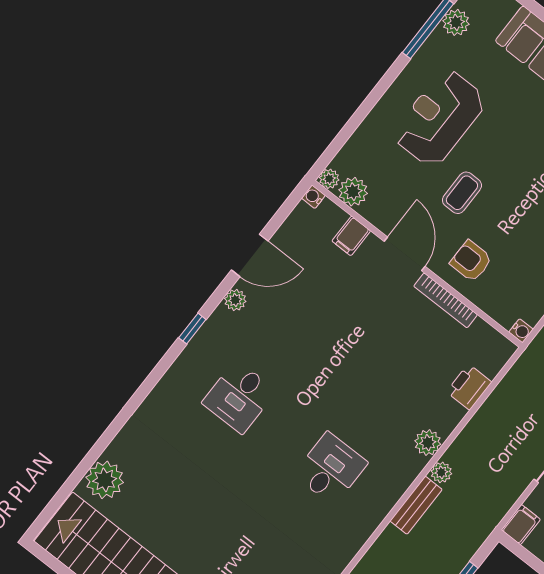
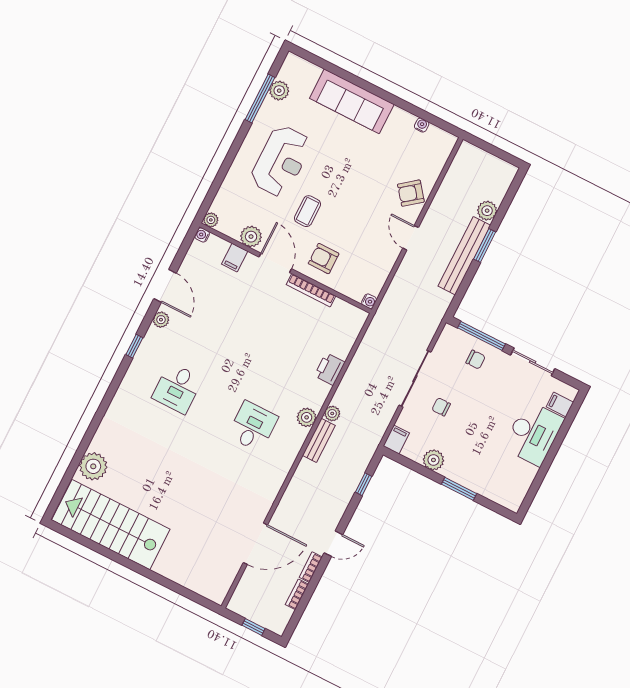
reception desk: (440, 118) -> (281, 161), turned 180
plant: (353, 192) -> (251, 237), moved
door: (250, 255) -> (165, 286), hinge flipped
printer: (469, 387) -> (330, 369), moved
plant: (428, 443) -> (307, 417), moved

